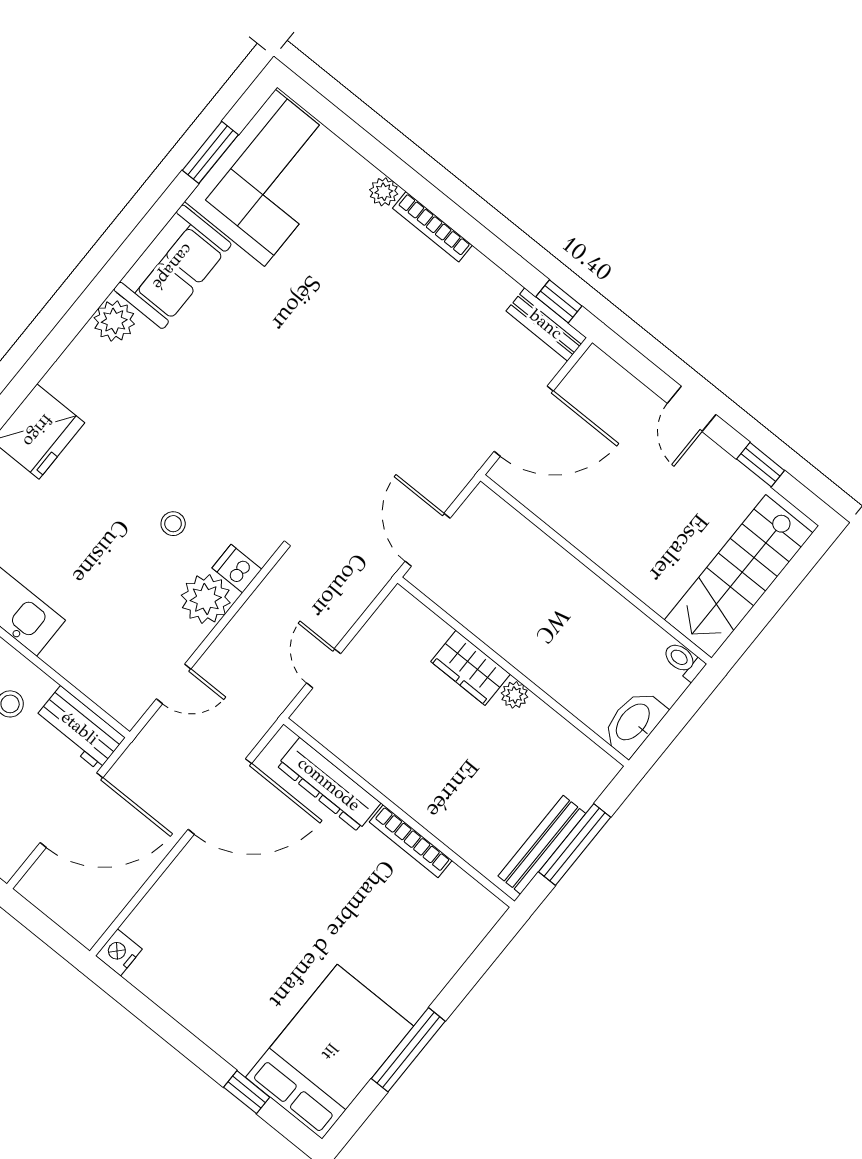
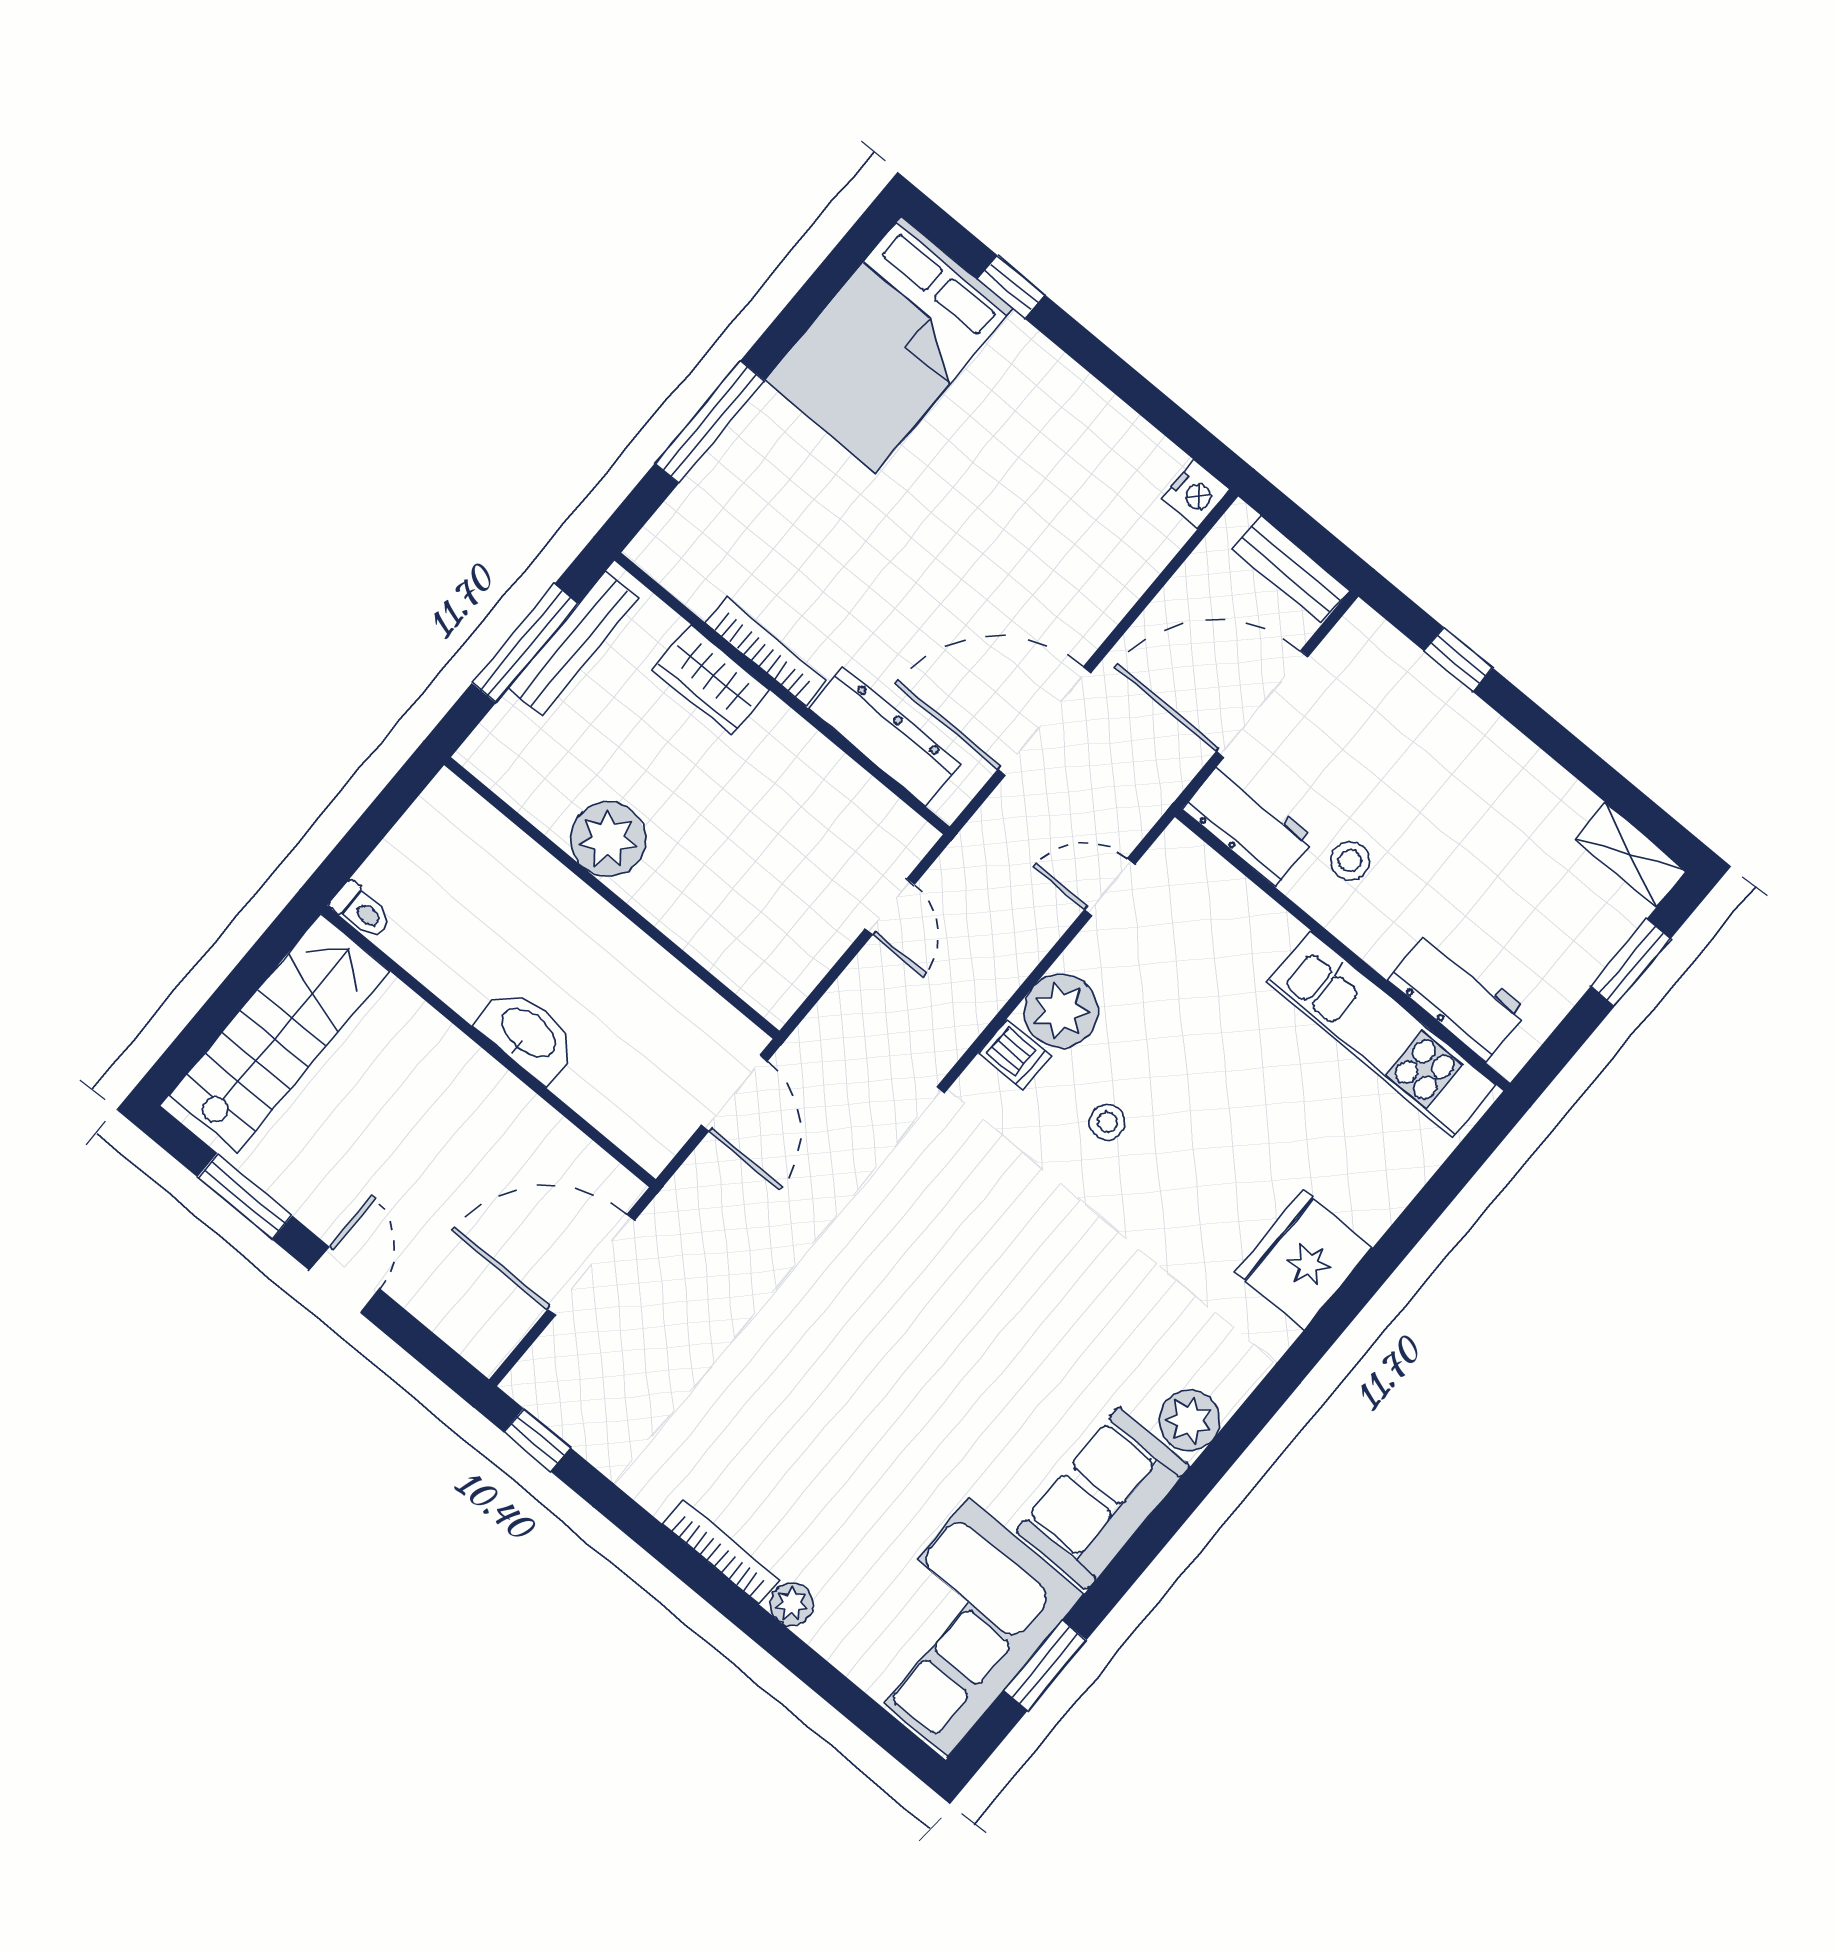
bench: (546, 324) -> (1291, 569), moved
window: (761, 465) -> (245, 1196), width x1.50
wardrobe: (470, 668) -> (711, 680), moved, turned 180
plant: (515, 695) -> (608, 839), width x1.88, depth x1.88
washbasin: (634, 723) -> (528, 1034), moved, turned -90
window: (408, 1050) -> (710, 422), moved

